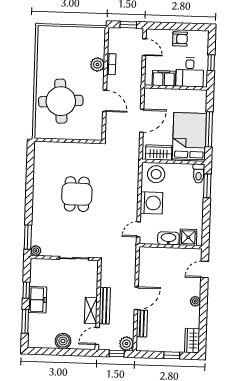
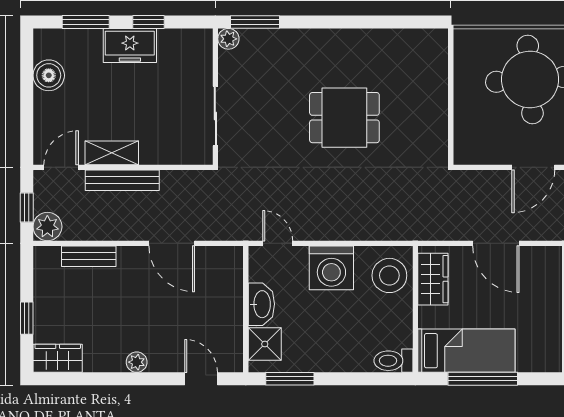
bed: (189, 137) -> (466, 351), width x0.67
window: (207, 186) -> (290, 379), moved
door: (136, 298) -> (172, 243), moved
door: (97, 336) -> (61, 167), hinge flipped
boiler: (63, 341) -> (49, 75), moved

